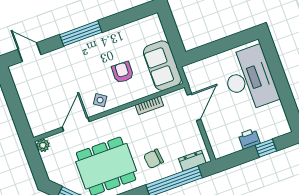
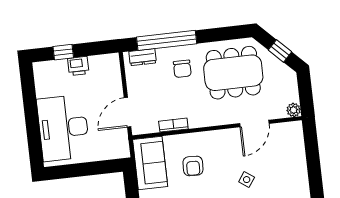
side table: (100, 100) -> (247, 180), moved
chair: (154, 159) -> (182, 69), turned 96

